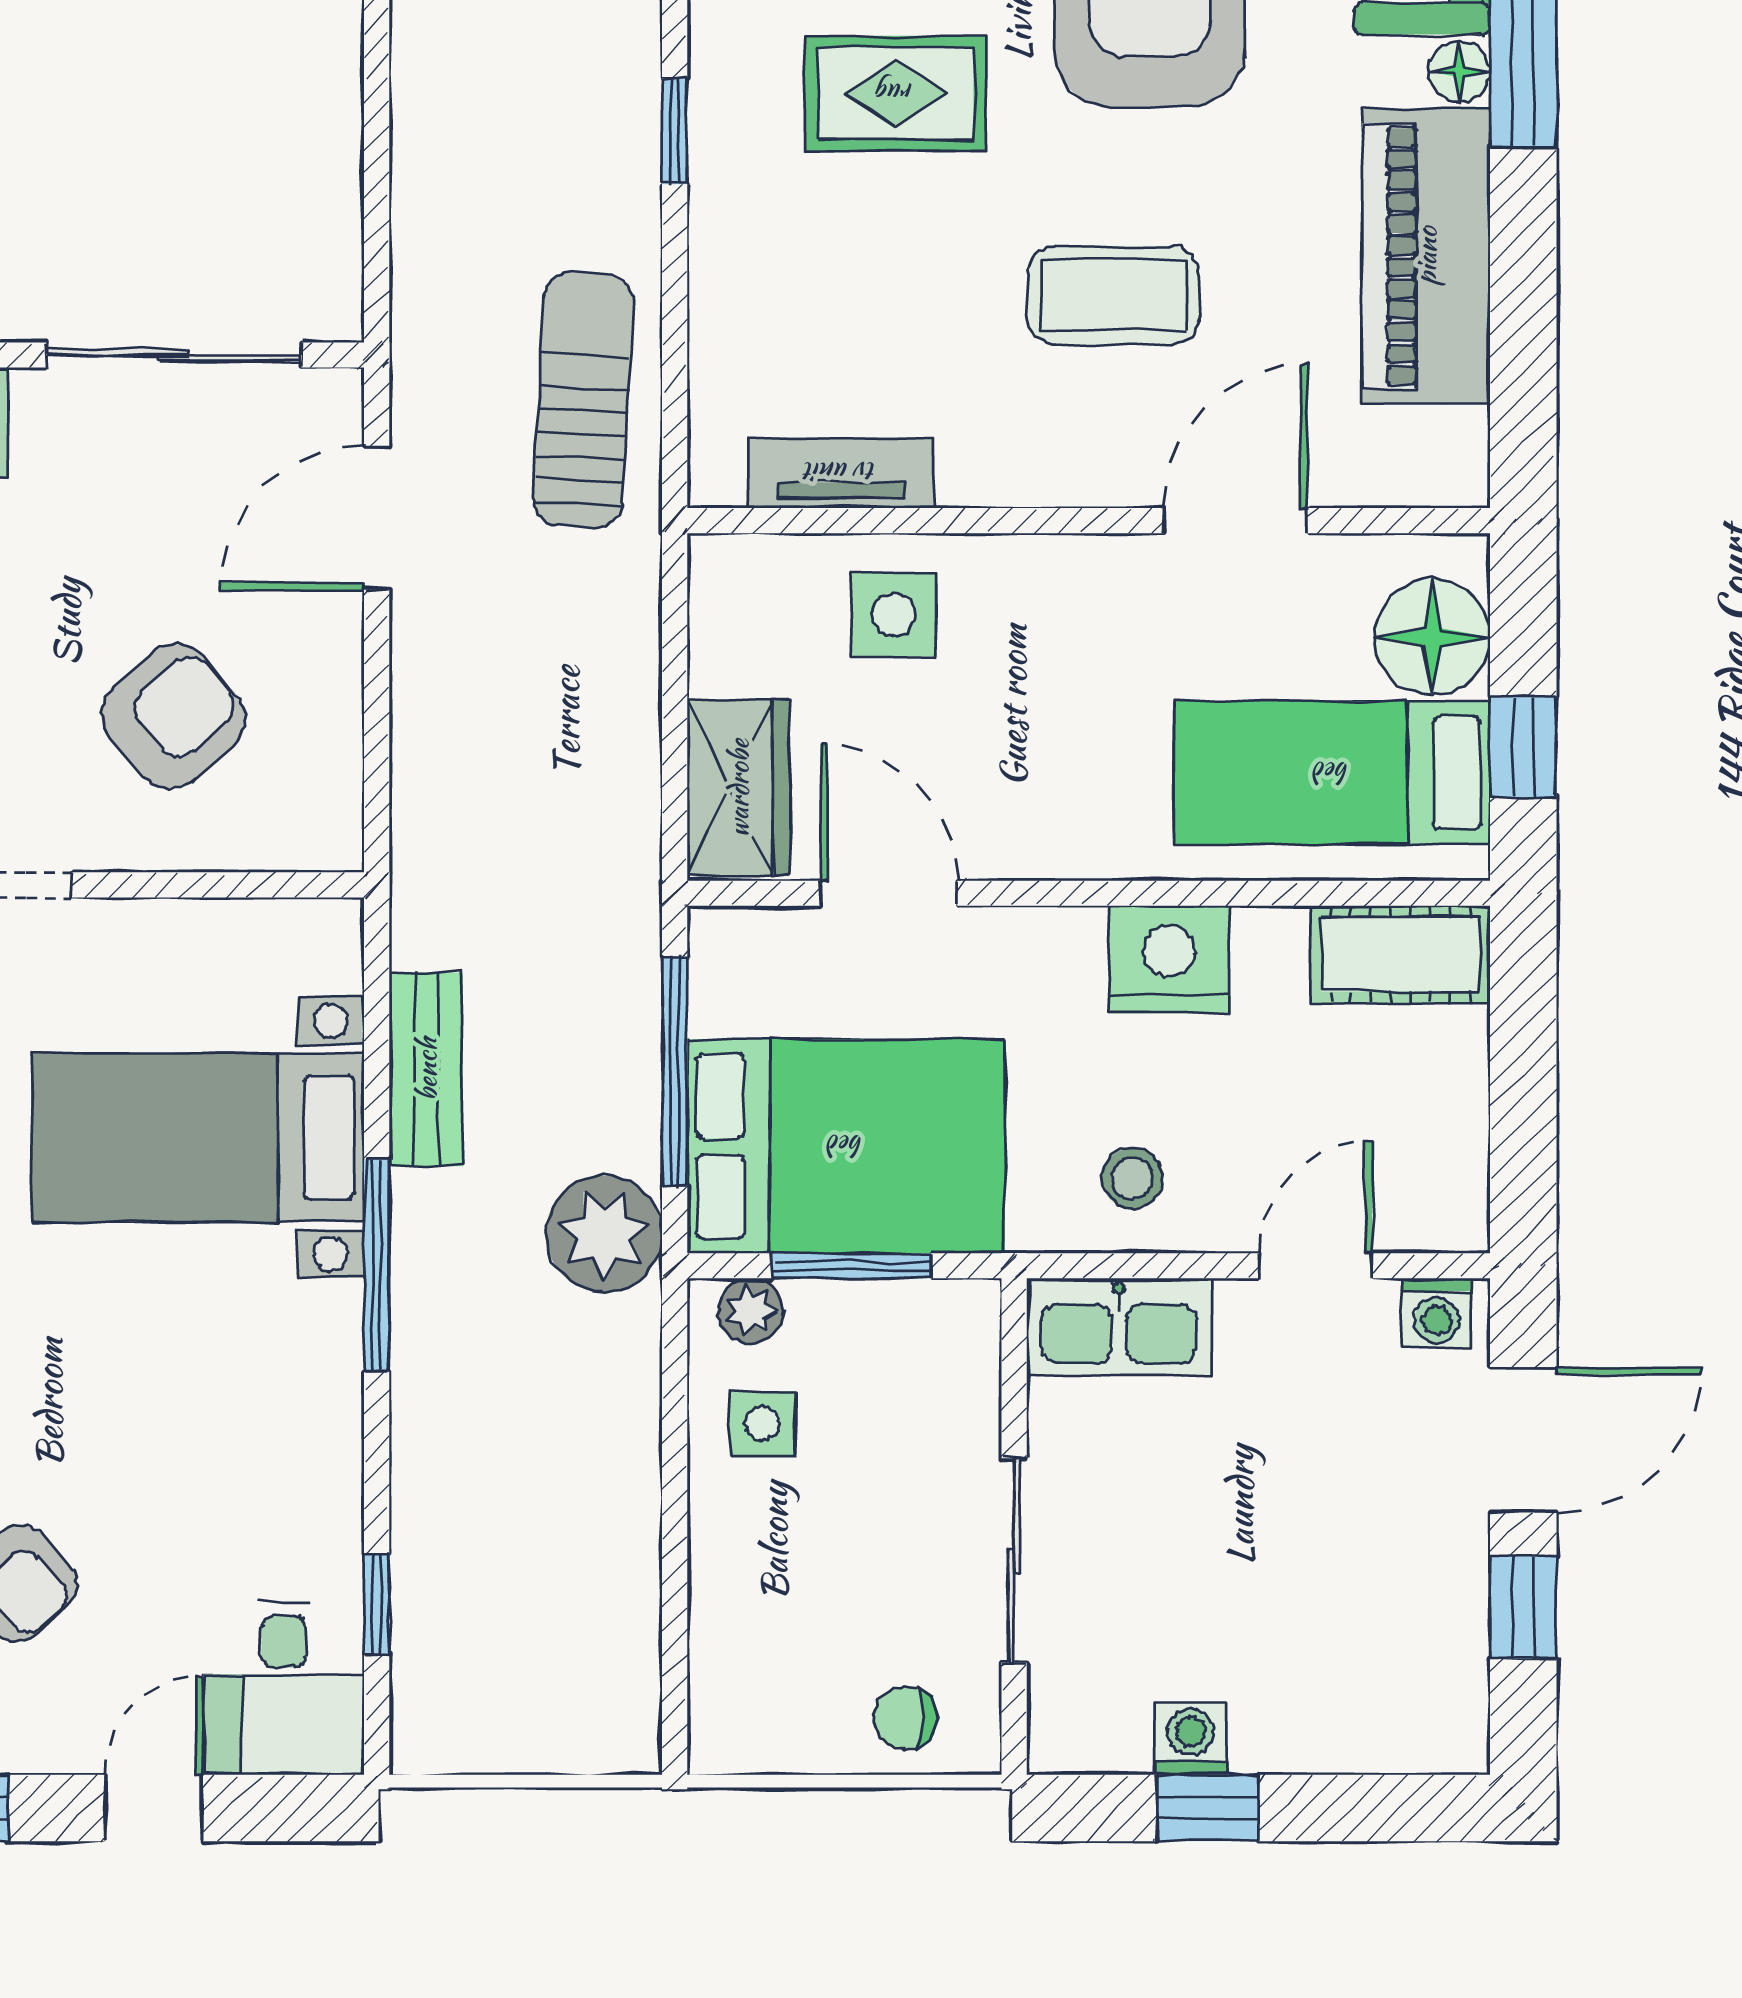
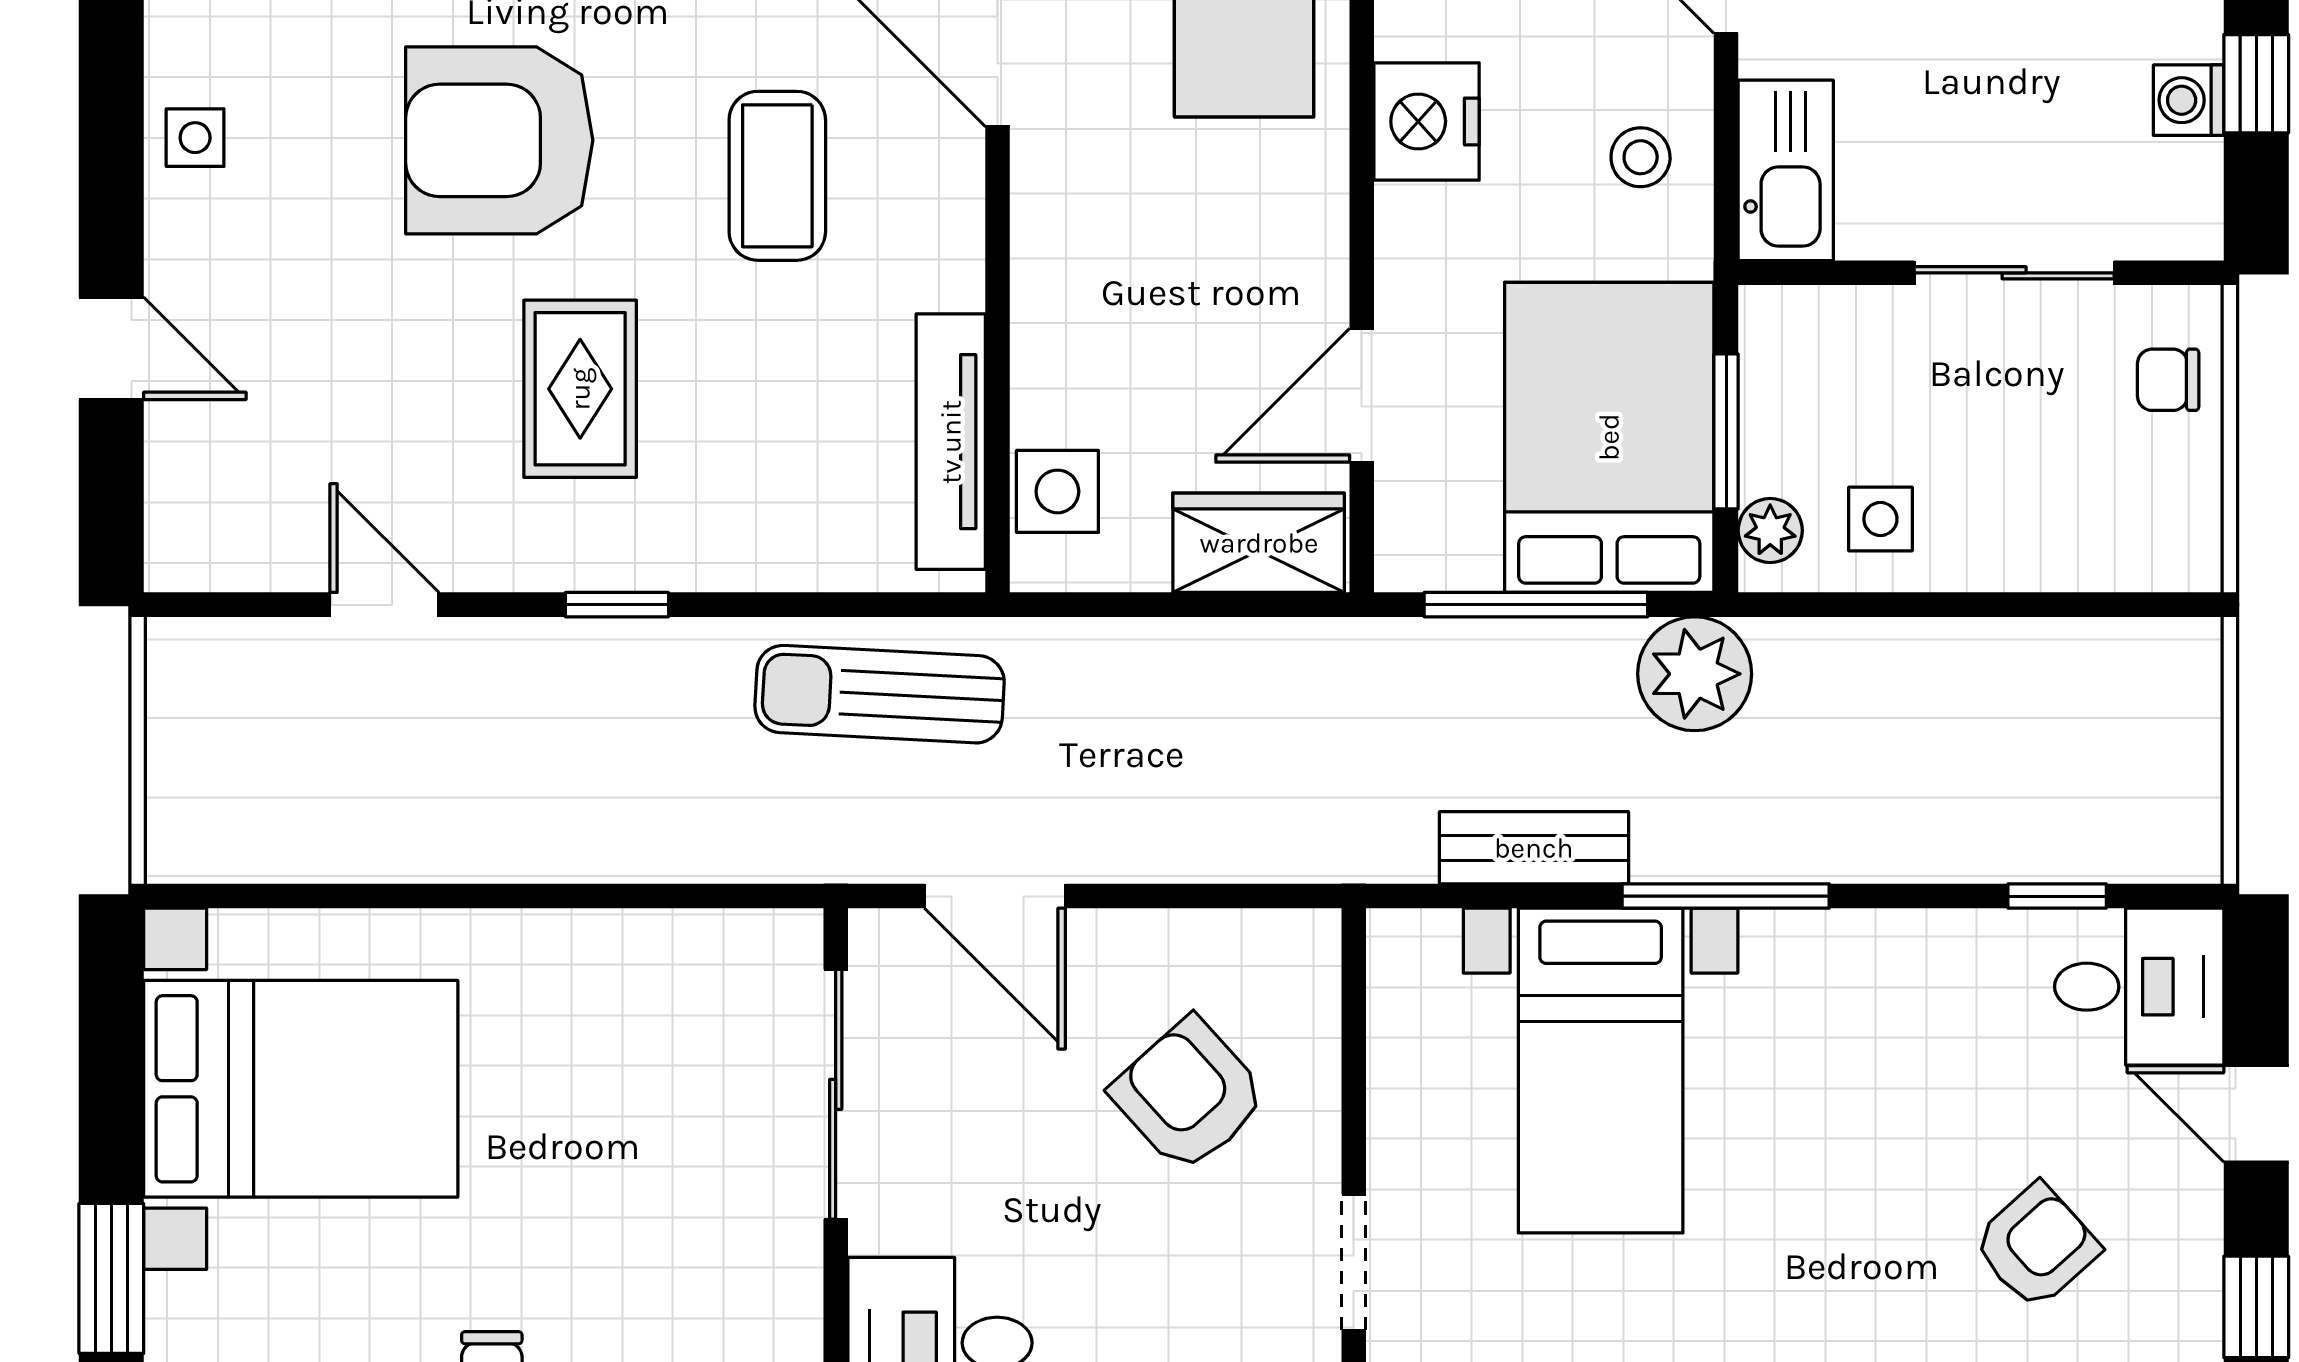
tv unit: (841, 473) -> (951, 442), width x1.41
side table: (894, 614) -> (1057, 491), moved
chair: (905, 1718) -> (2168, 380), turned 90

